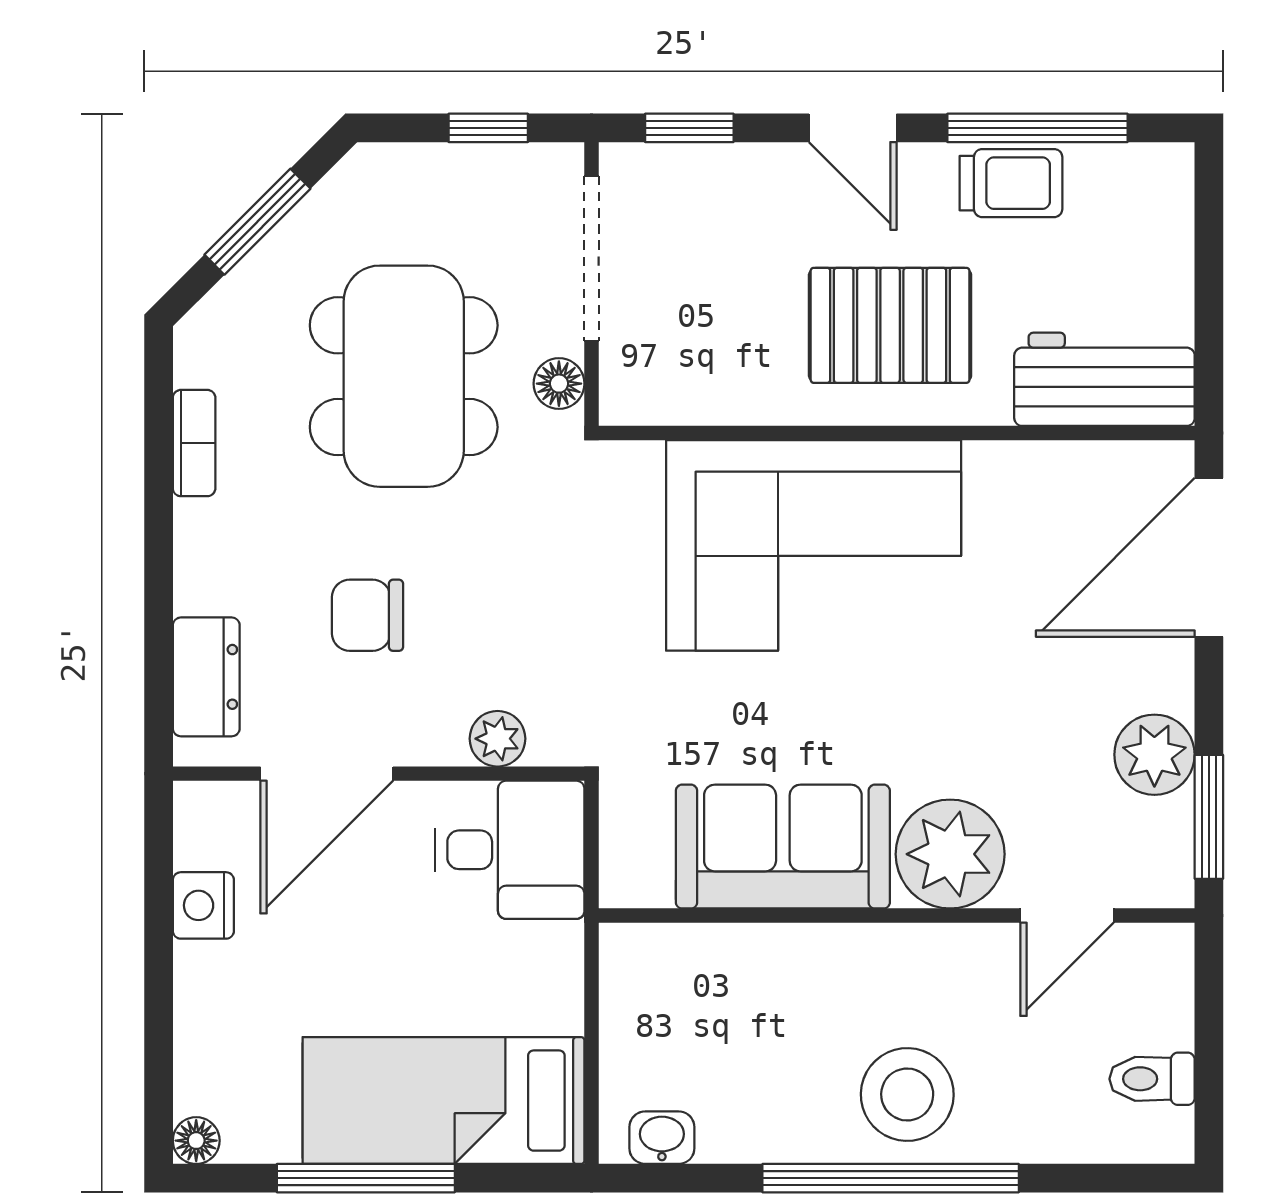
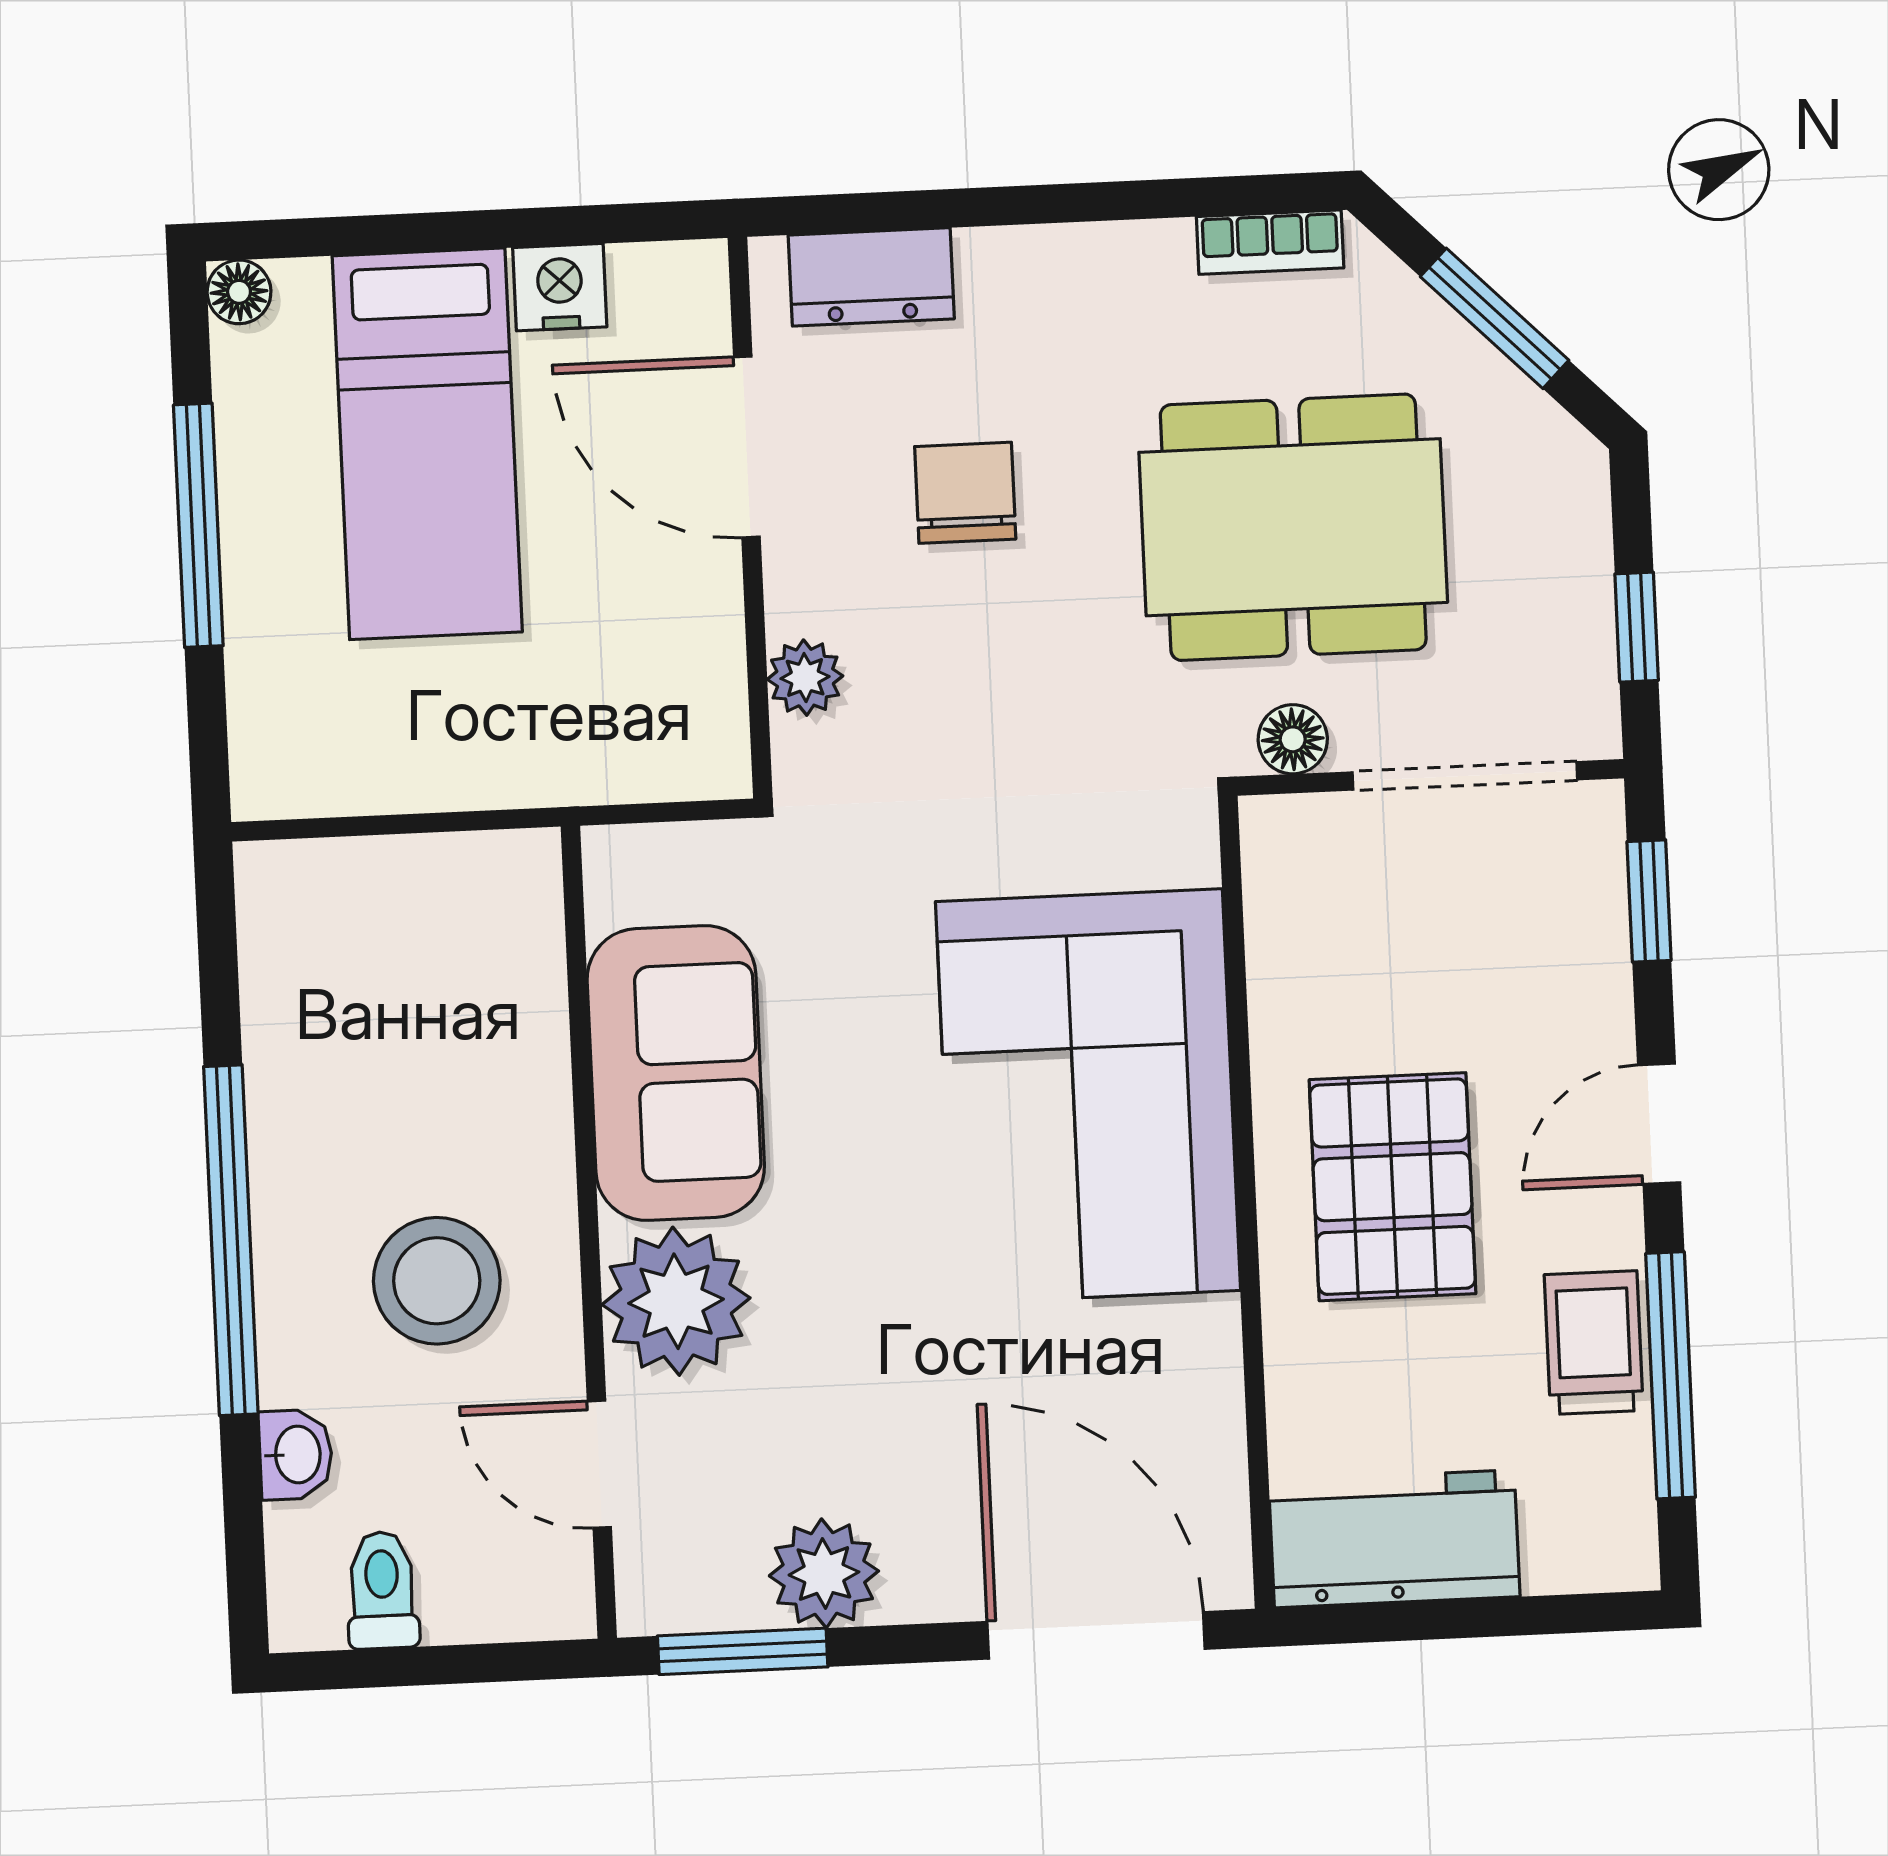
trolley: (1011, 183) -> (1594, 1343), turned 180
workbench: (1104, 379) -> (1394, 1539), moved, turned -90
bookcase: (194, 443) -> (1270, 242), moved
desk: (510, 850) -> (655, 701), removed
stool: (907, 1094) -> (437, 1281), moved
bed: (443, 1101) -> (427, 444), moved, turned 180
washbasin: (662, 1138) -> (296, 1455), moved

